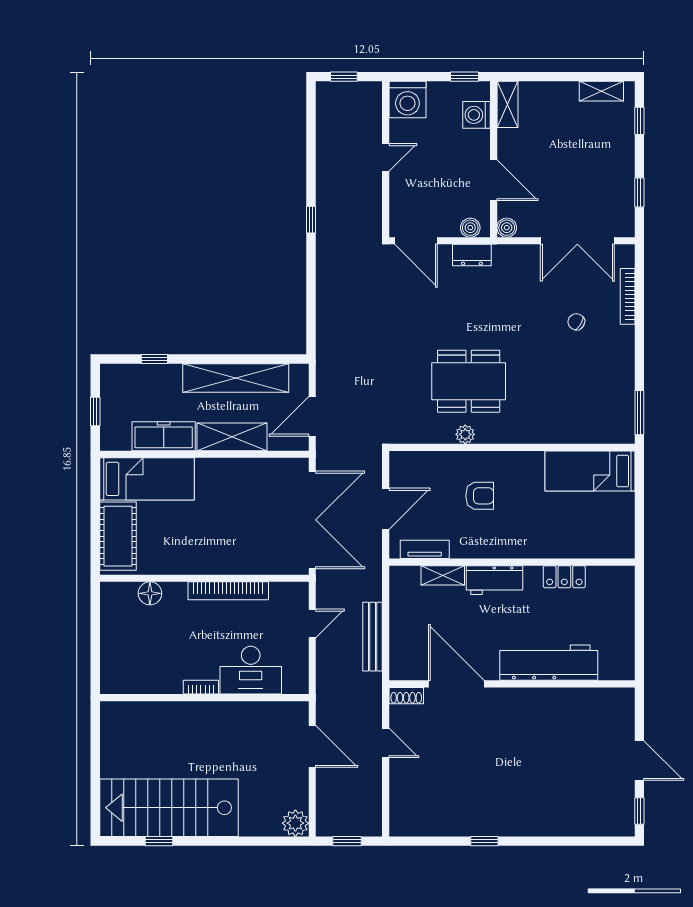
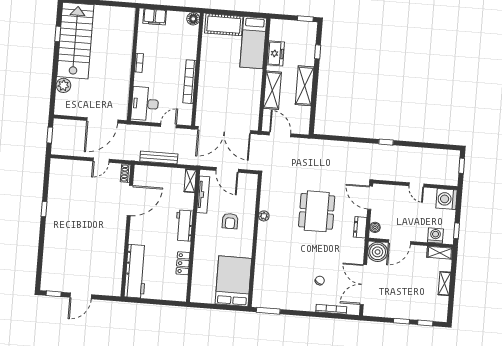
shelving: (601, 91) -> (444, 284), moved
window: (639, 192) -> (401, 321), moved
boiler: (507, 228) -> (378, 252), width x1.86, depth x1.86
door: (416, 241) -> (370, 198), hinge flipped
shelving: (236, 378) -> (305, 86), width x0.68
dining table: (469, 381) -> (317, 211), moved
window: (95, 412) -> (305, 19), moved
freezer: (164, 436) -> (276, 53), width x0.71
bed: (590, 471) -> (233, 281), width x1.50
tv unit: (425, 549) -> (203, 195), width x1.41
shelving: (443, 575) -> (190, 181), moved
floor lamp: (150, 593) -> (193, 19), moved
door: (312, 624) -> (168, 126), swing flipped
workbench: (549, 663) -> (136, 271), moved
filing cabinet: (114, 665) -> (155, 17), added
desk: (251, 670) -> (145, 104), moved
door: (312, 746) -> (102, 120), width x1.36
plant: (295, 823) -> (63, 85), moved

